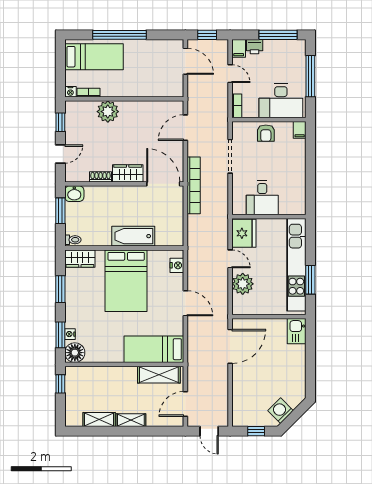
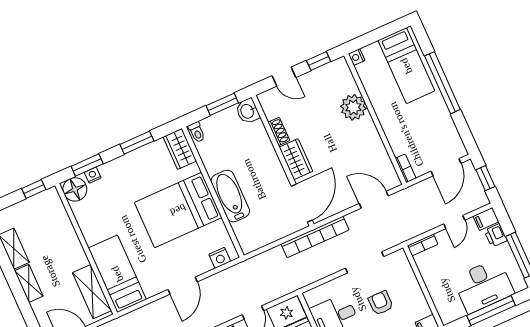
bookcase: (88, 93) -> (406, 168), moved
desk: (281, 101) -> (483, 286), moved, turned -90
armchair: (266, 133) -> (381, 303), moved, turned 90

